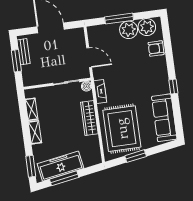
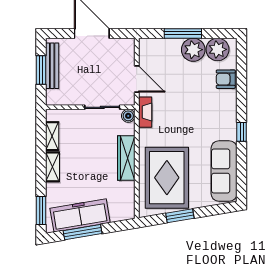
bench: (24, 52) -> (52, 66), width x1.36
fireplace: (100, 91) -> (145, 112), moved

